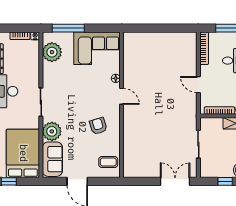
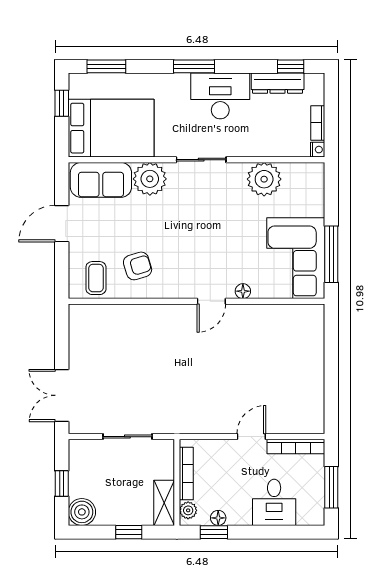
window: (68, 28) -> (331, 254), moved
plant: (52, 52) -> (264, 179), moved
door: (198, 85) -> (251, 437), moved
armchair: (98, 126) -> (138, 266), moved
double door: (175, 181) -> (62, 395), swing flipped

